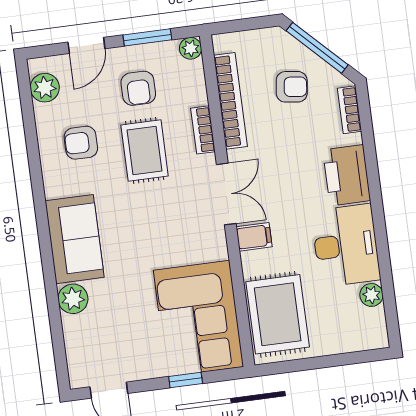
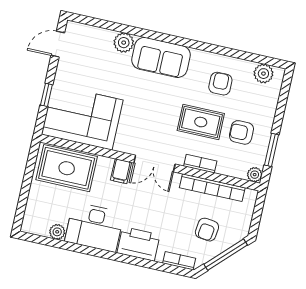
door: (86, 45) -> (281, 110), removed

